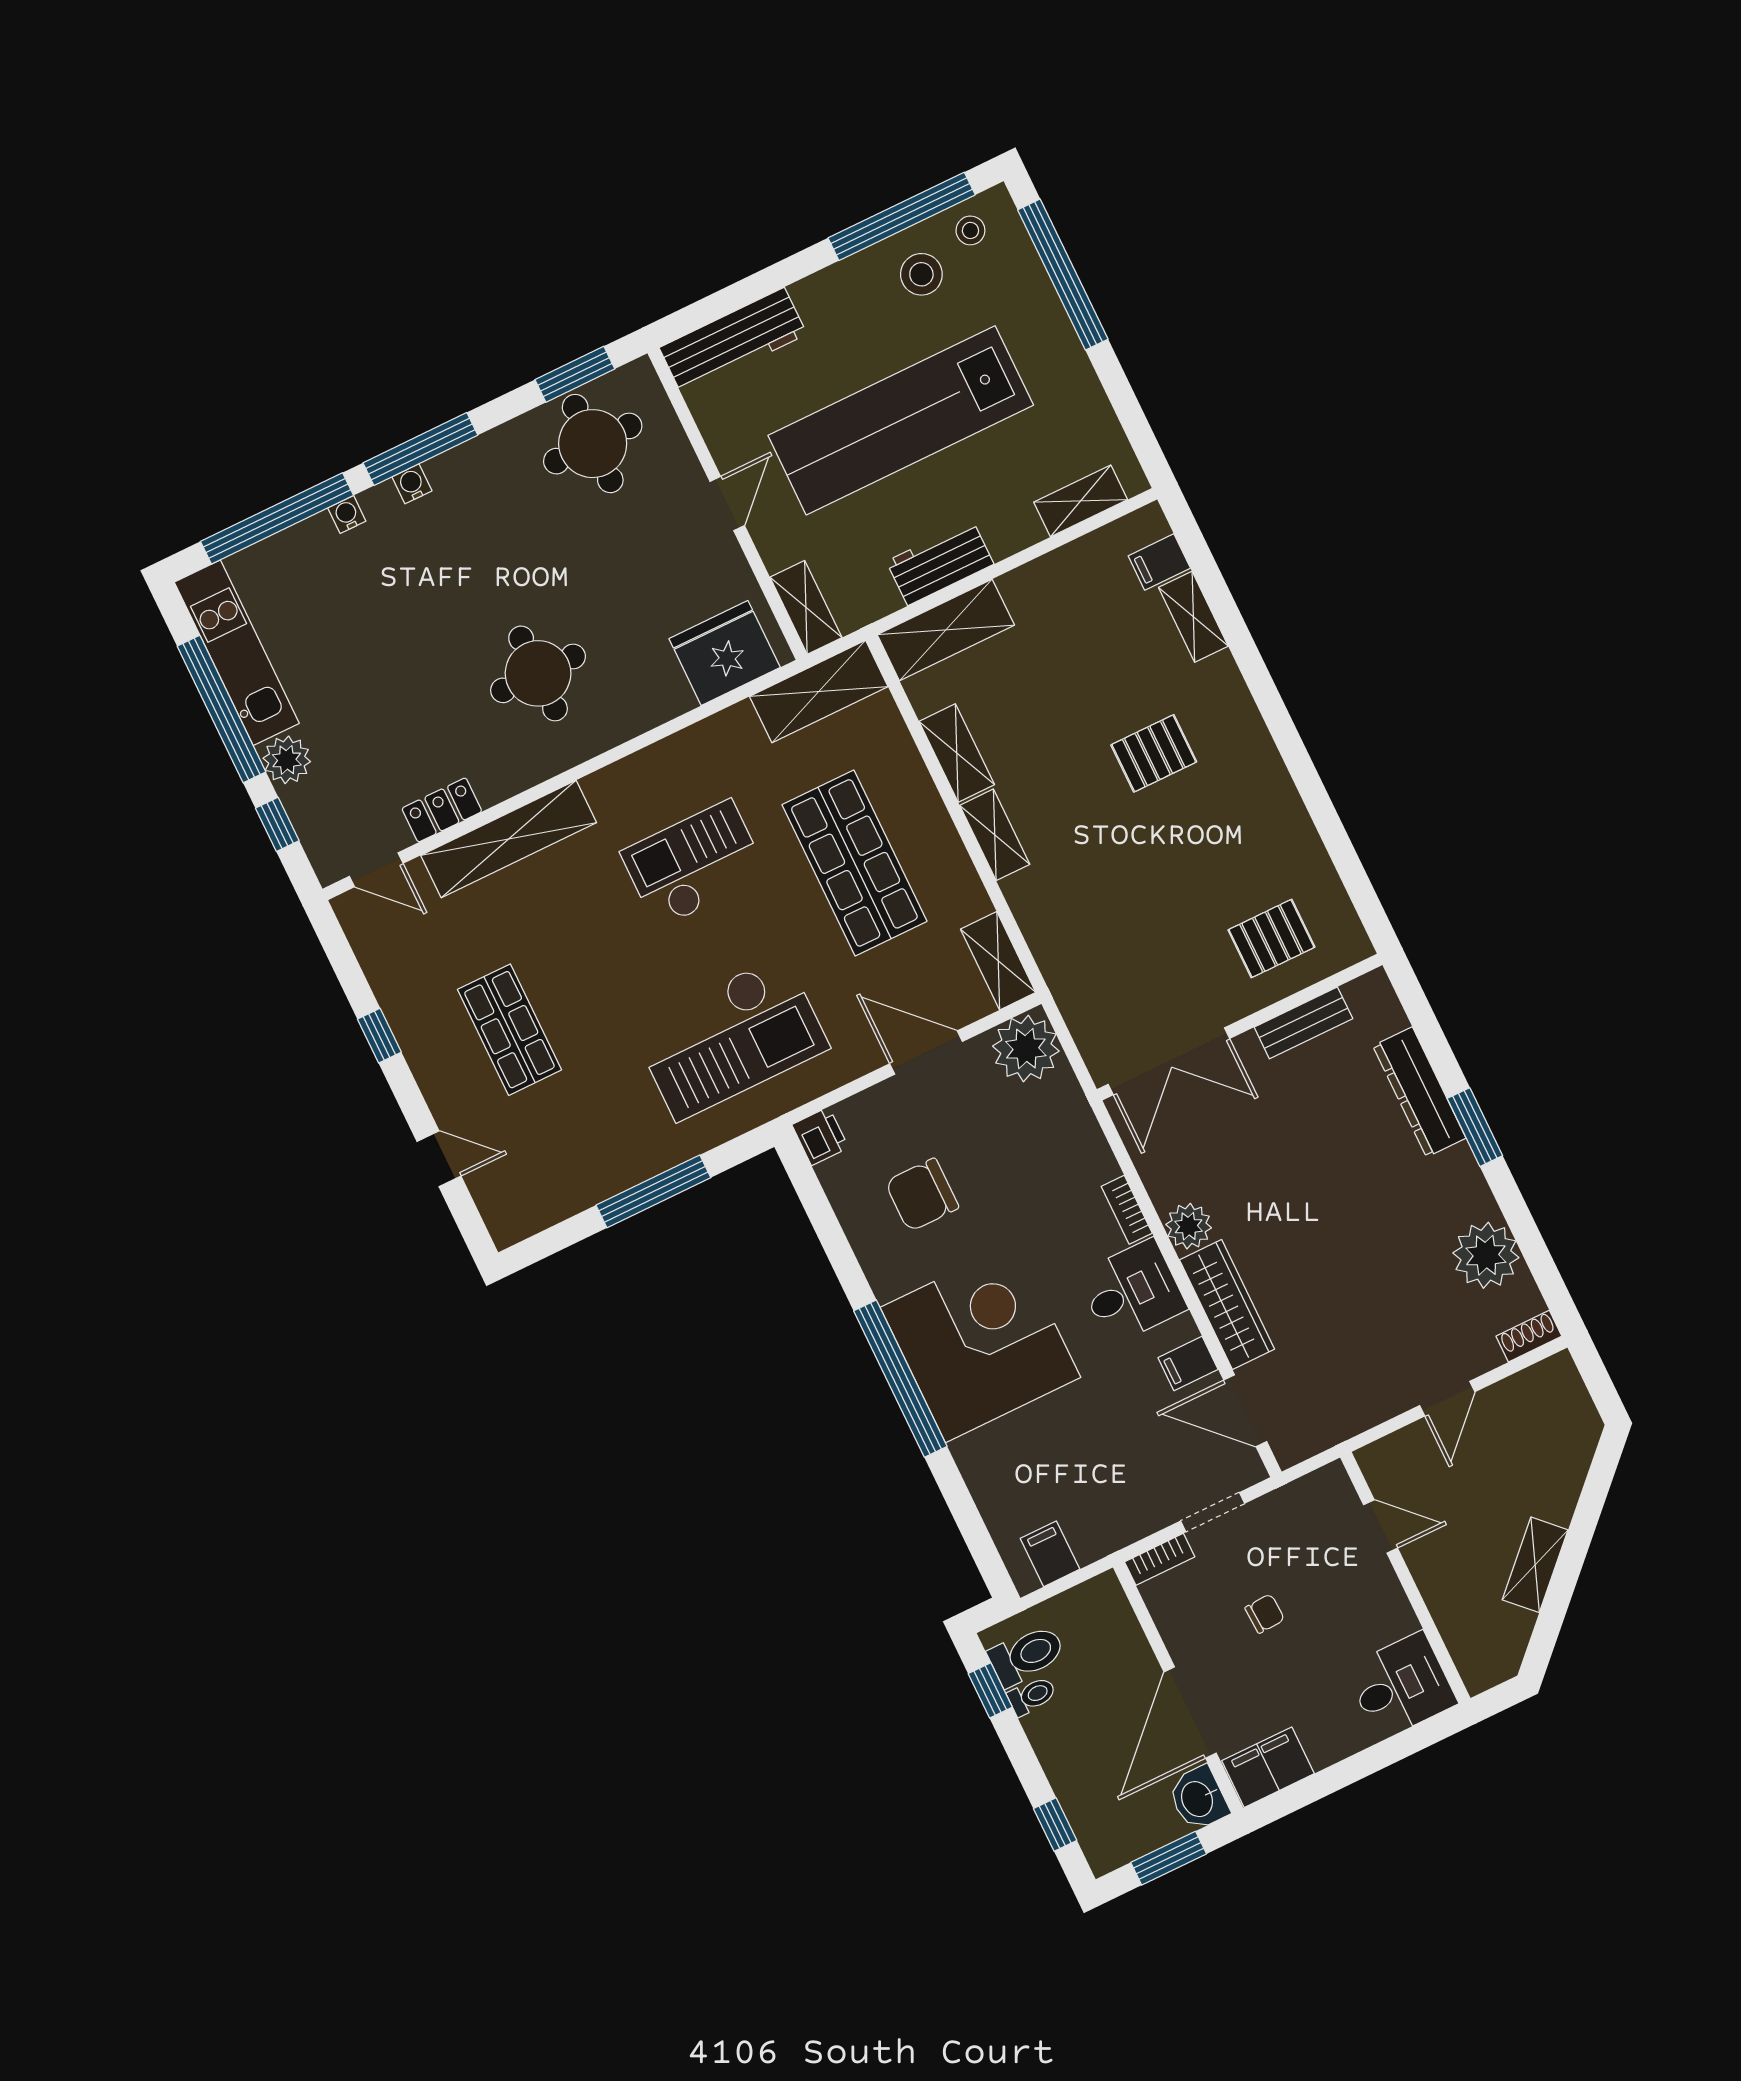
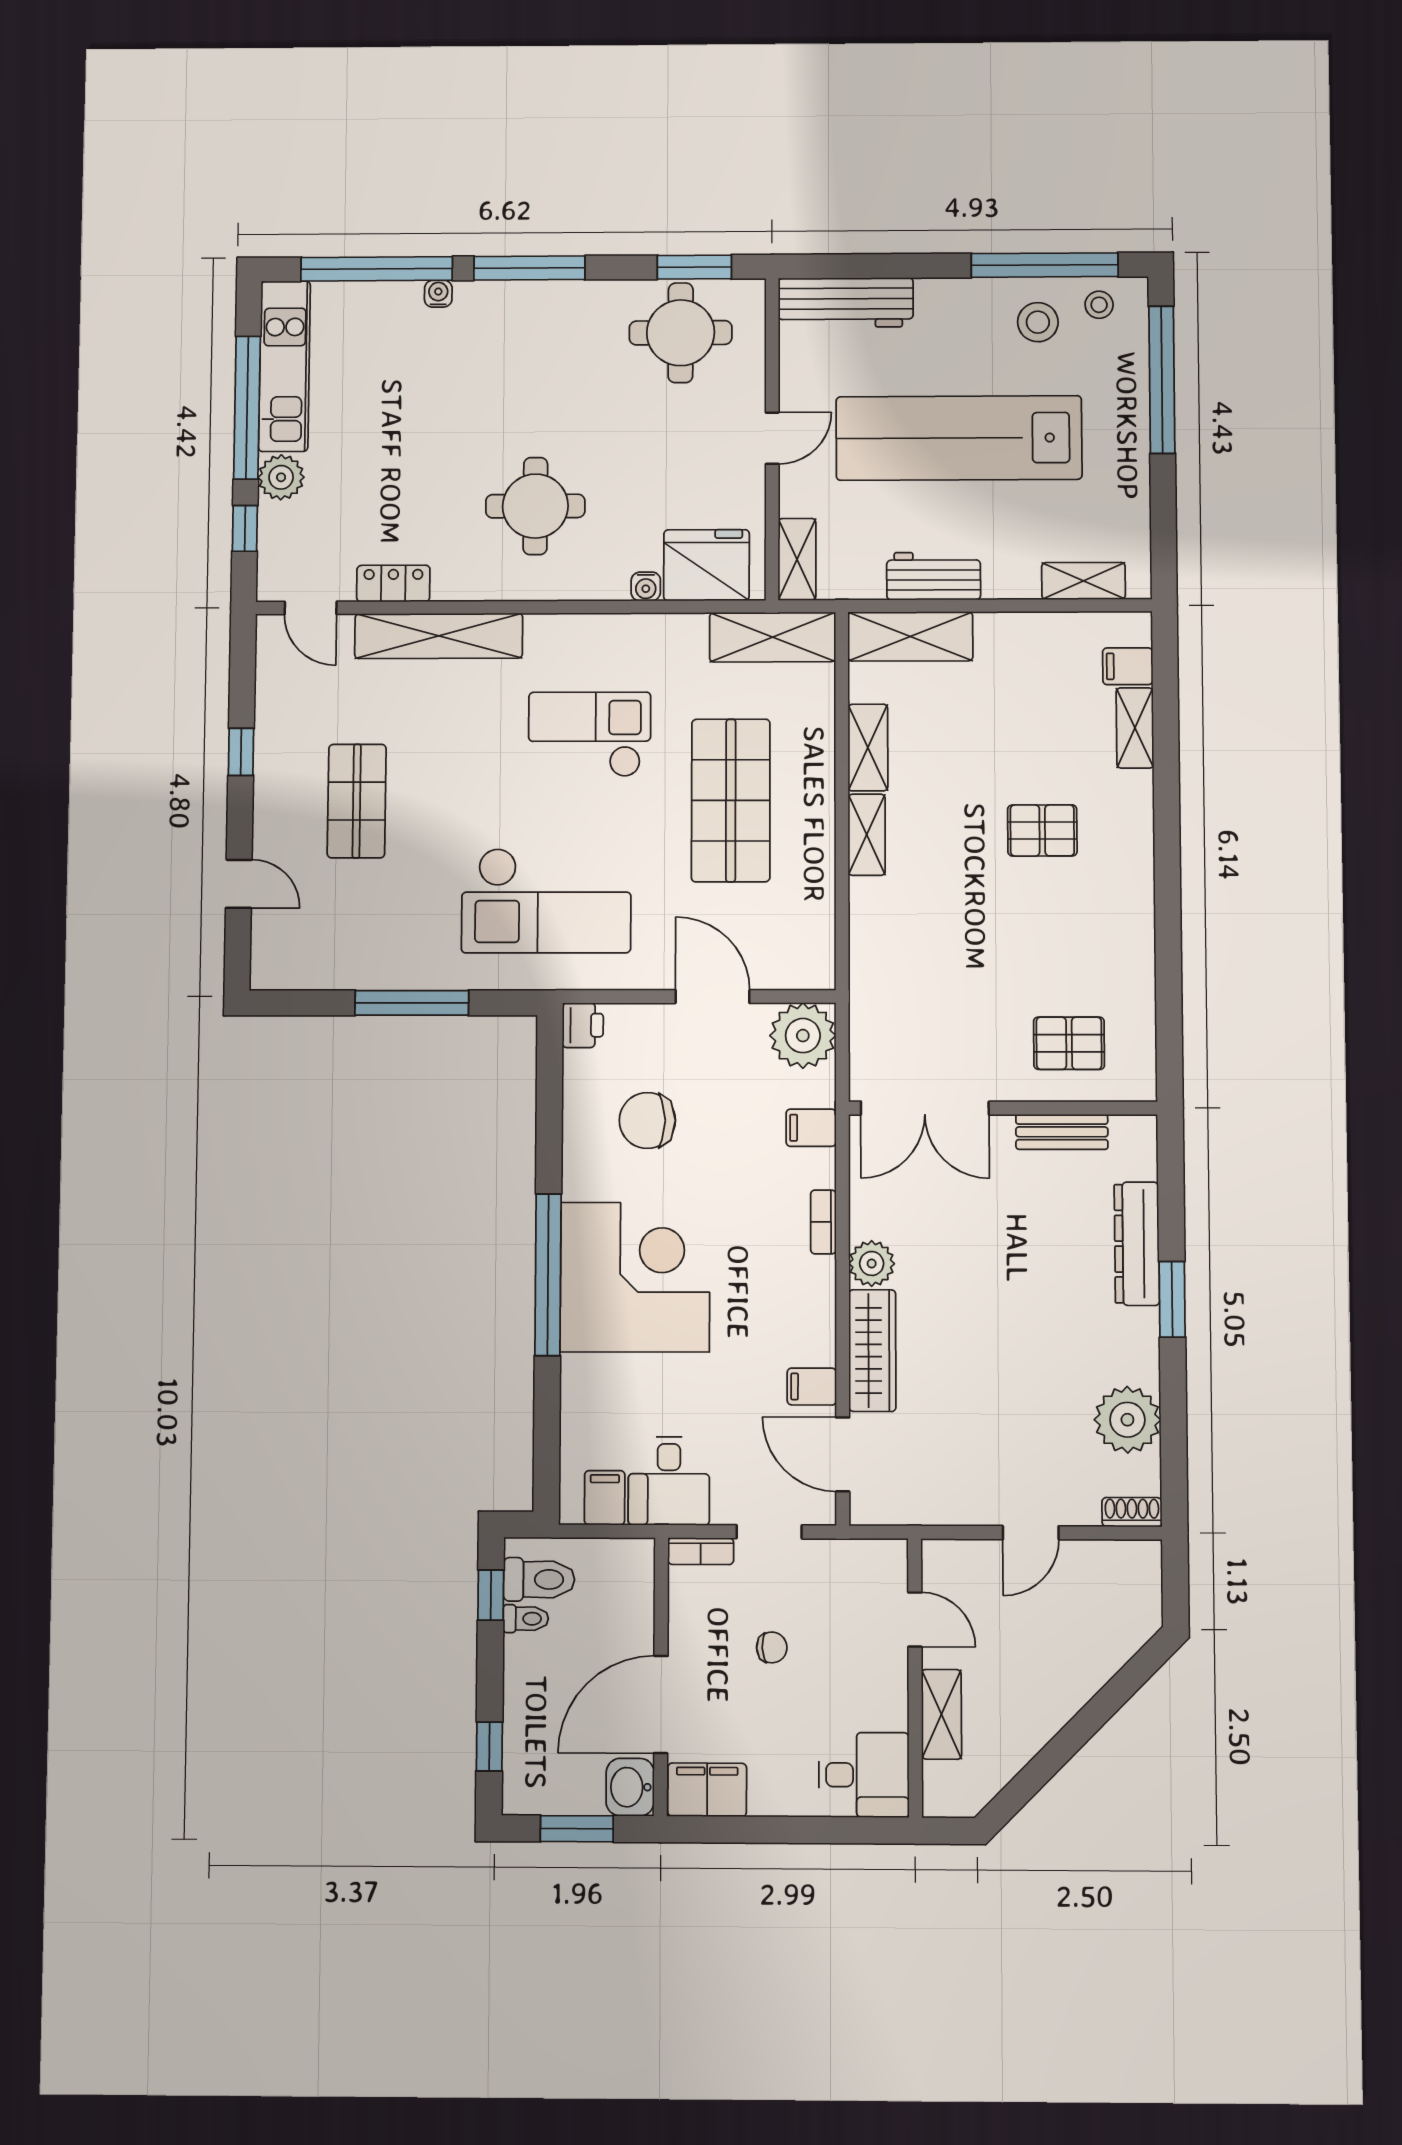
water cooler: (412, 484) -> (646, 586), moved, turned 180
shelving: (998, 961) -> (816, 946), removed
filing cabinet: (1074, 1129) -> (811, 1128), added
desk: (1132, 1292) -> (669, 1481), moved, turned 90
shelving: (1535, 1565) -> (941, 1714), moved, turned -45

